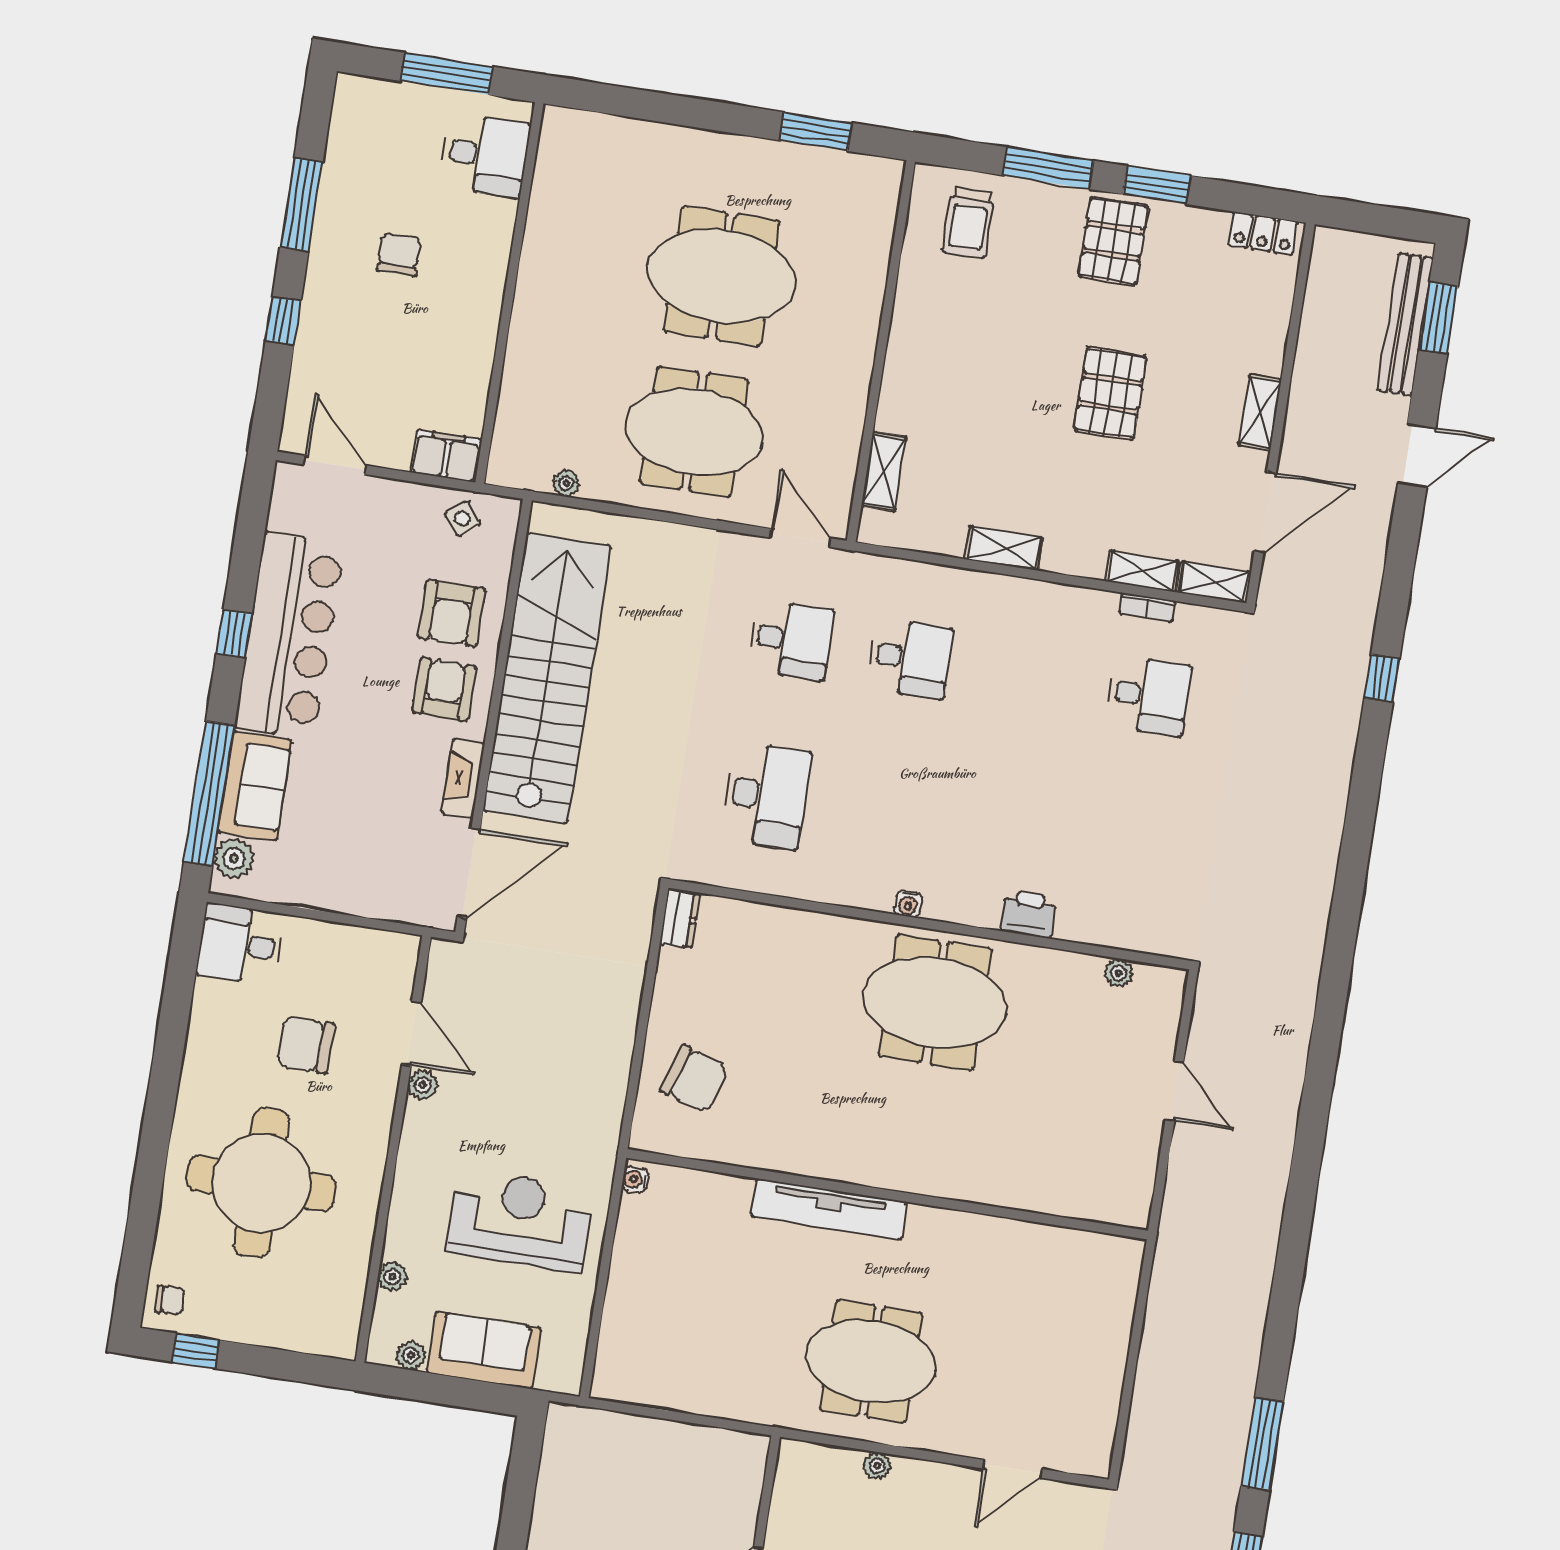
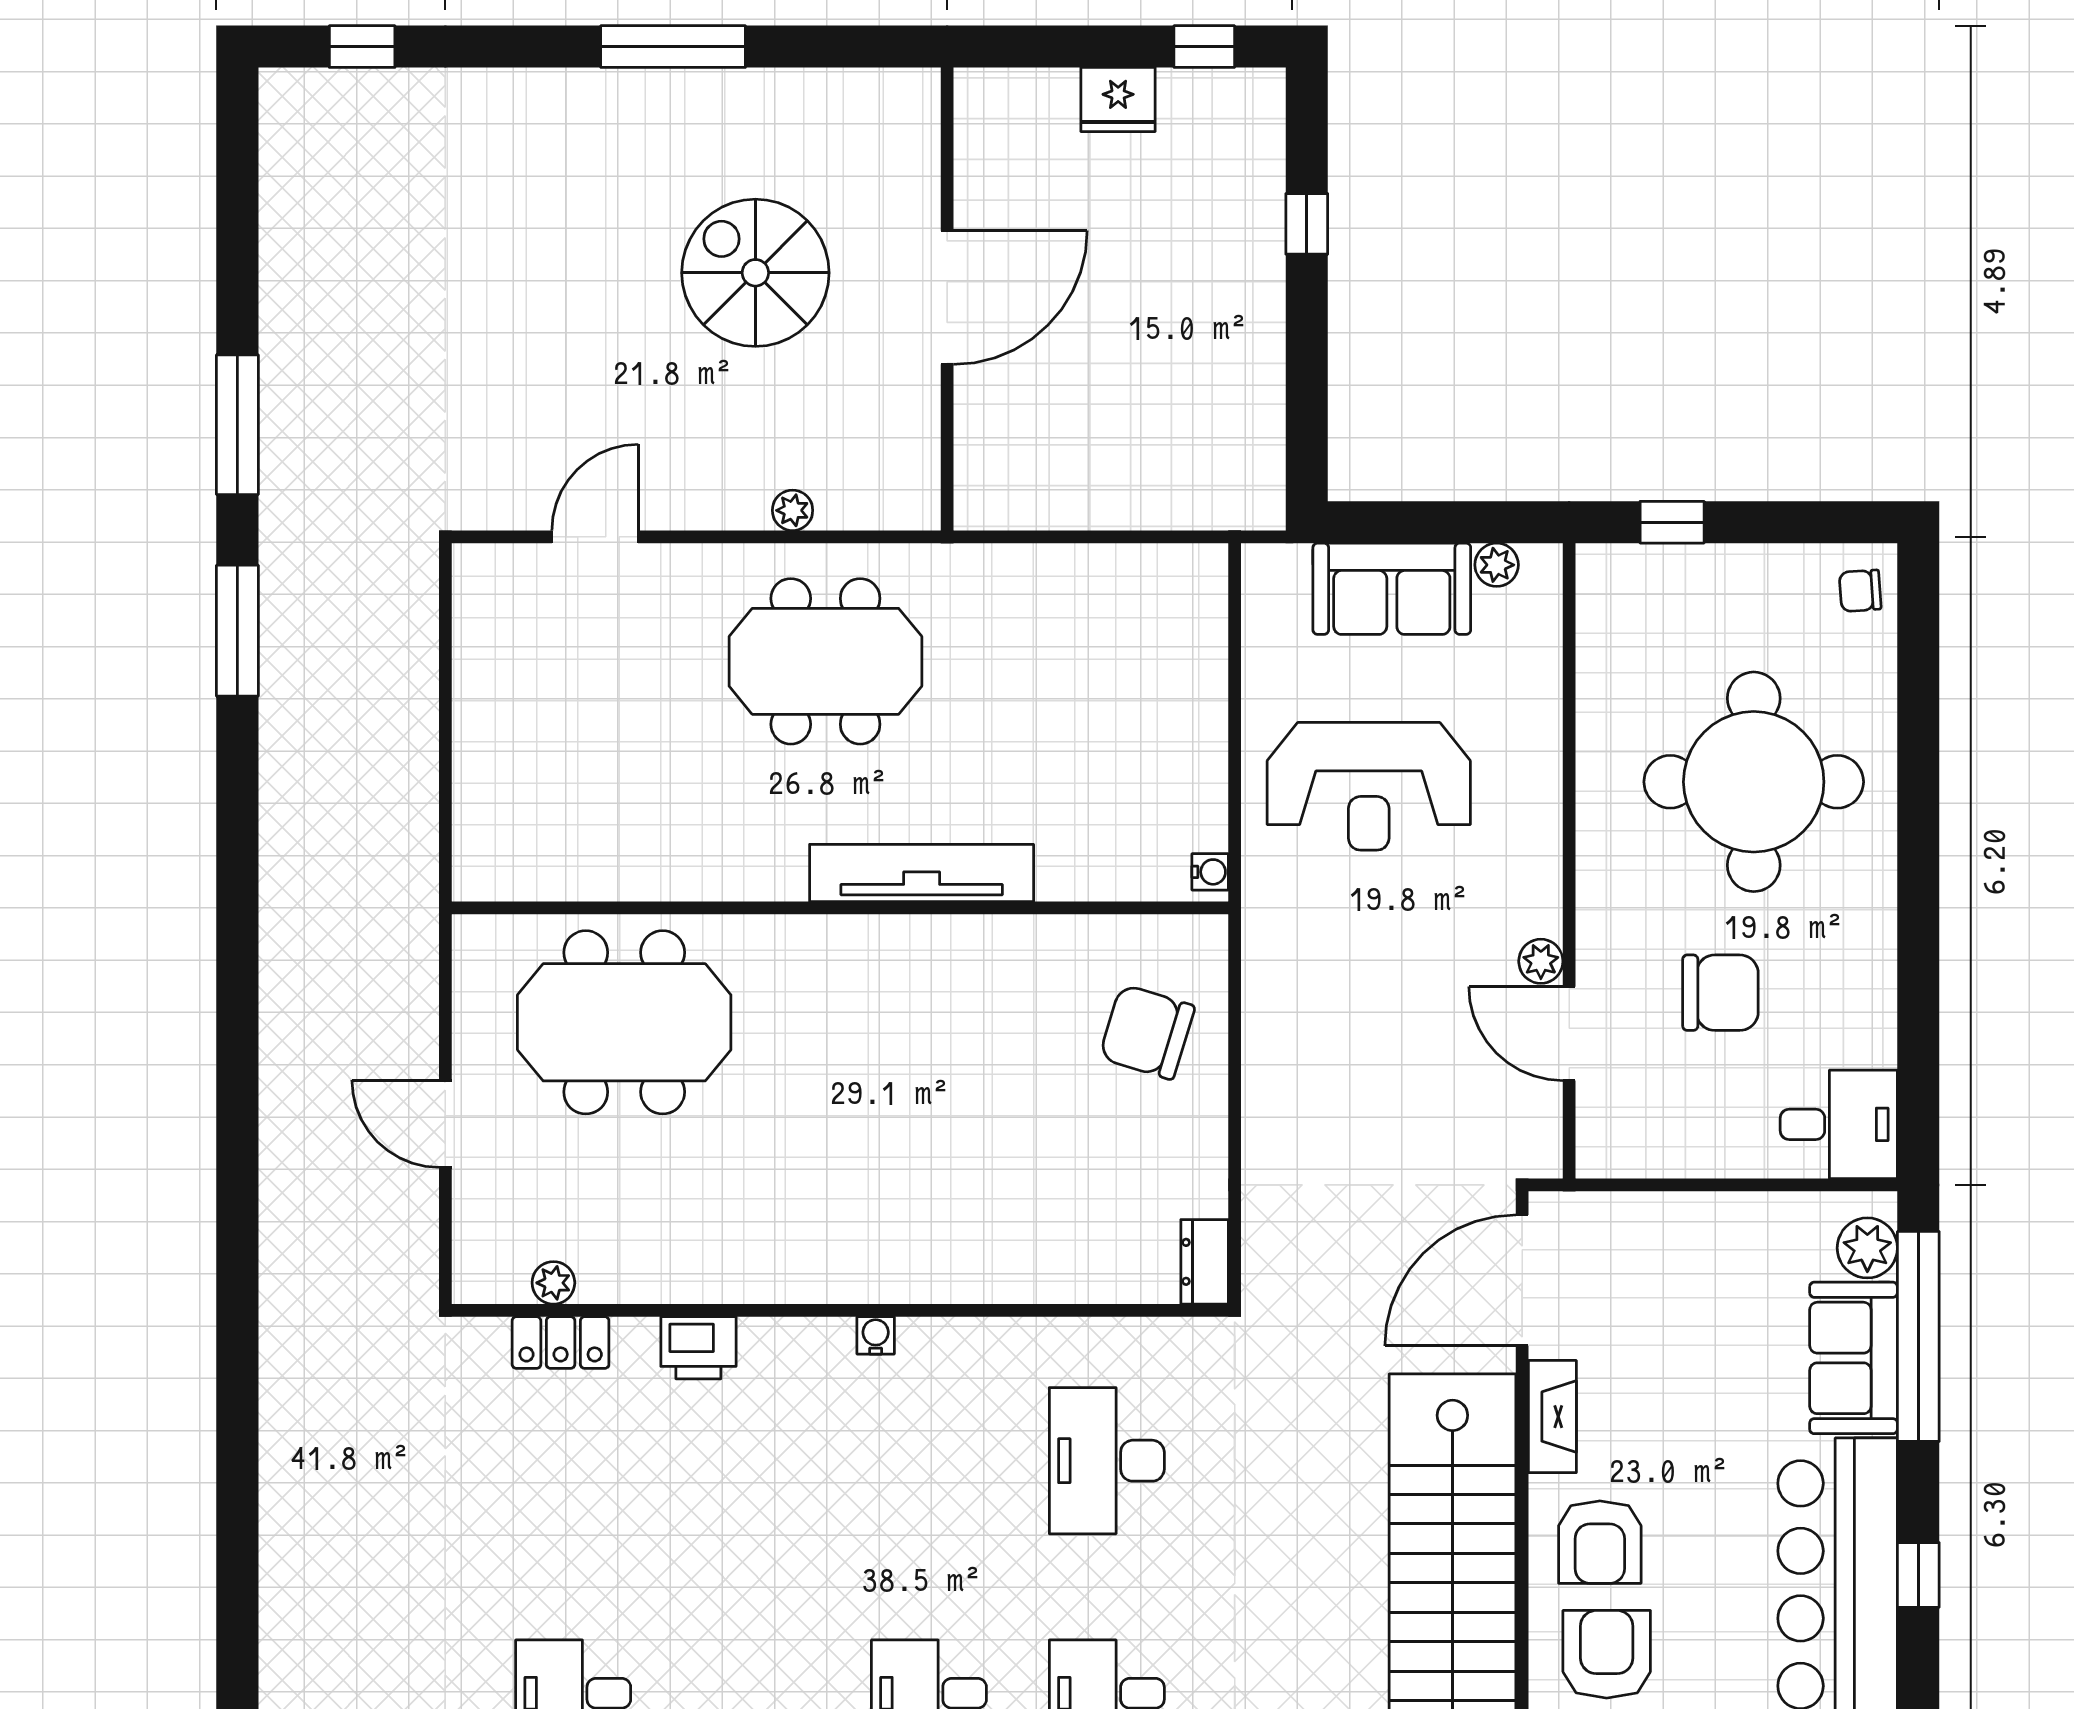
locker: (1120, 932) -> (561, 1343), added
meeting table: (935, 1002) -> (624, 1022), moved
plant: (392, 1277) -> (1541, 675), removed
window: (195, 1351) -> (1672, 522), moved

